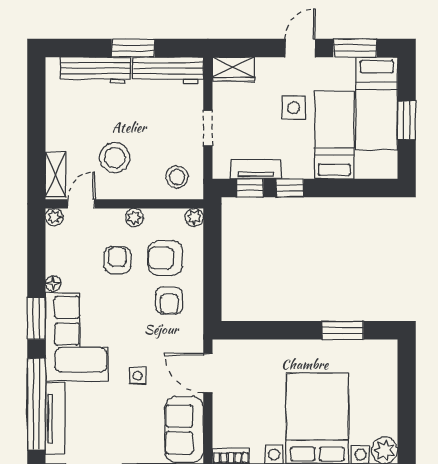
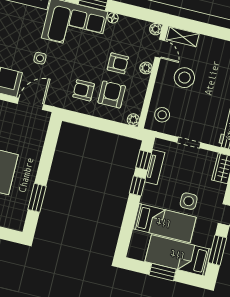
plant: (134, 217) -> (146, 68), moved

